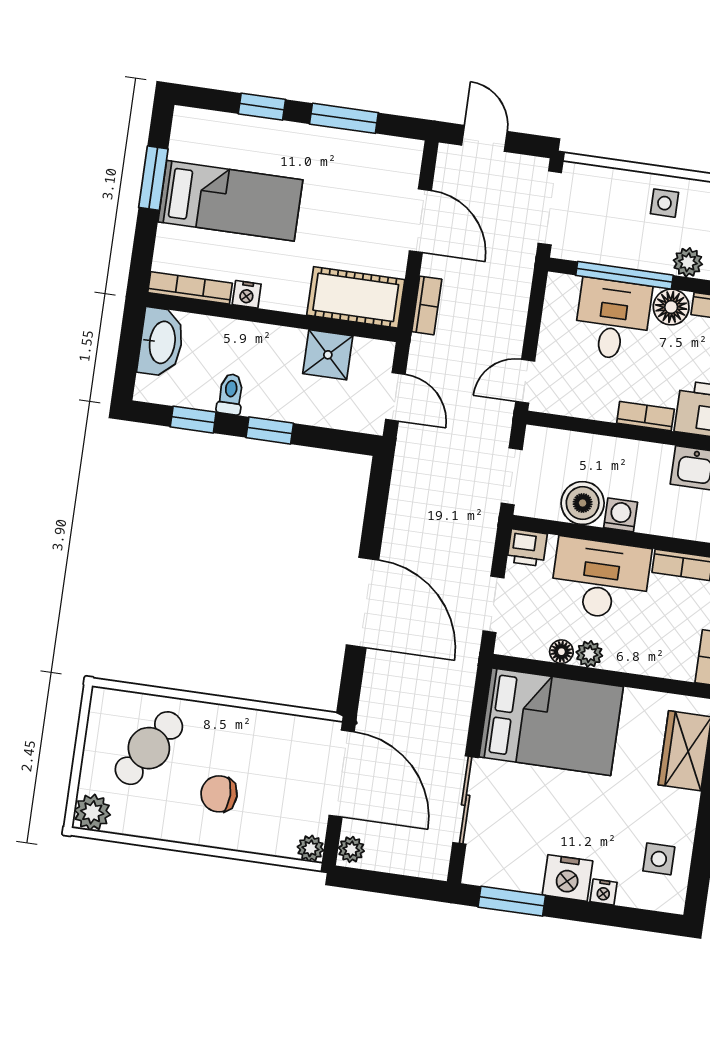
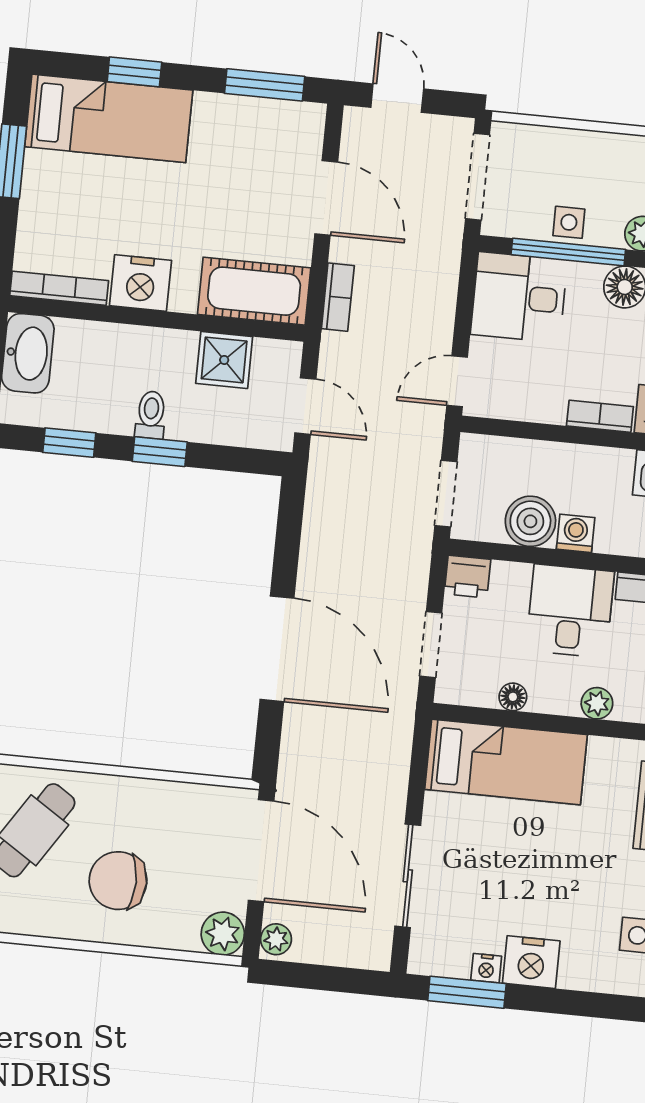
window: (344, 118) -> (265, 85), moved
bed: (230, 201) -> (109, 118), moved
side table: (664, 203) -> (569, 222), moved
nightstand: (247, 294) -> (140, 283), width x1.89, depth x1.79
desk: (613, 319) -> (519, 297), moved, turned -90
toilet: (230, 394) -> (151, 415), moved
desk: (600, 579) -> (570, 611), width x0.73
plant: (589, 654) -> (597, 703), moved
bed: (551, 722) -> (506, 762), width x0.67
chair: (219, 794) -> (118, 881), width x1.37, depth x1.37
plant: (310, 848) -> (223, 934), width x1.38, depth x1.38
nightstand: (604, 892) -> (486, 968), moved

